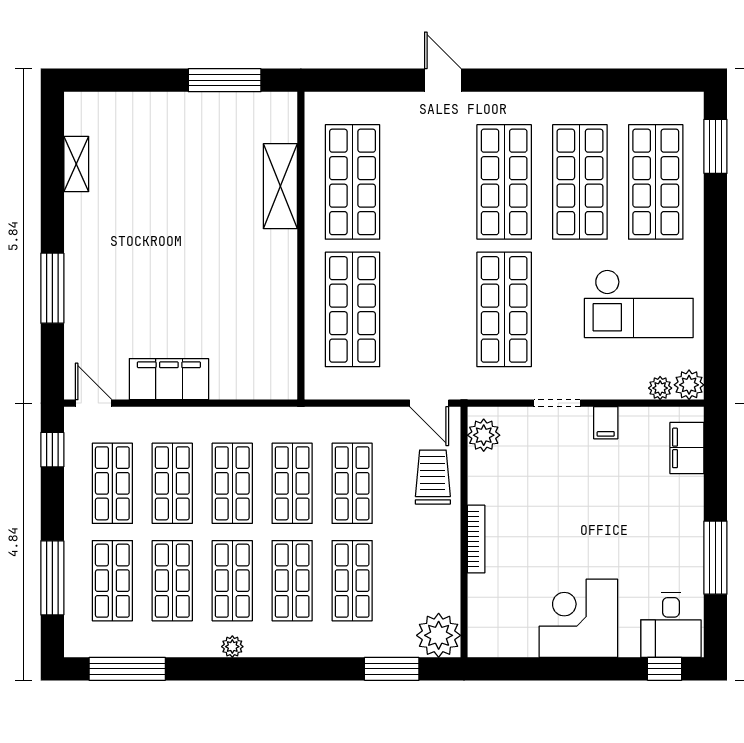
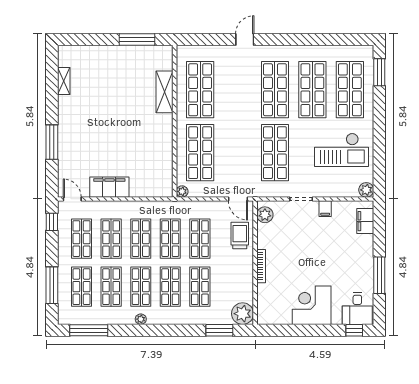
door: (443, 80) -> (245, 39), hinge flipped
plant: (660, 388) -> (182, 191), moved

